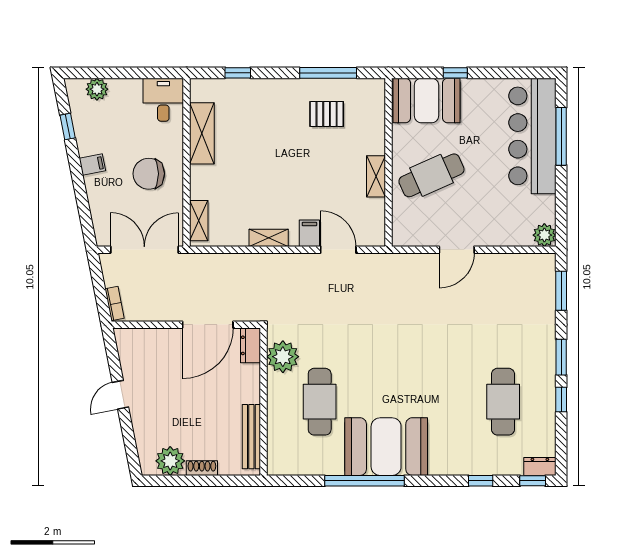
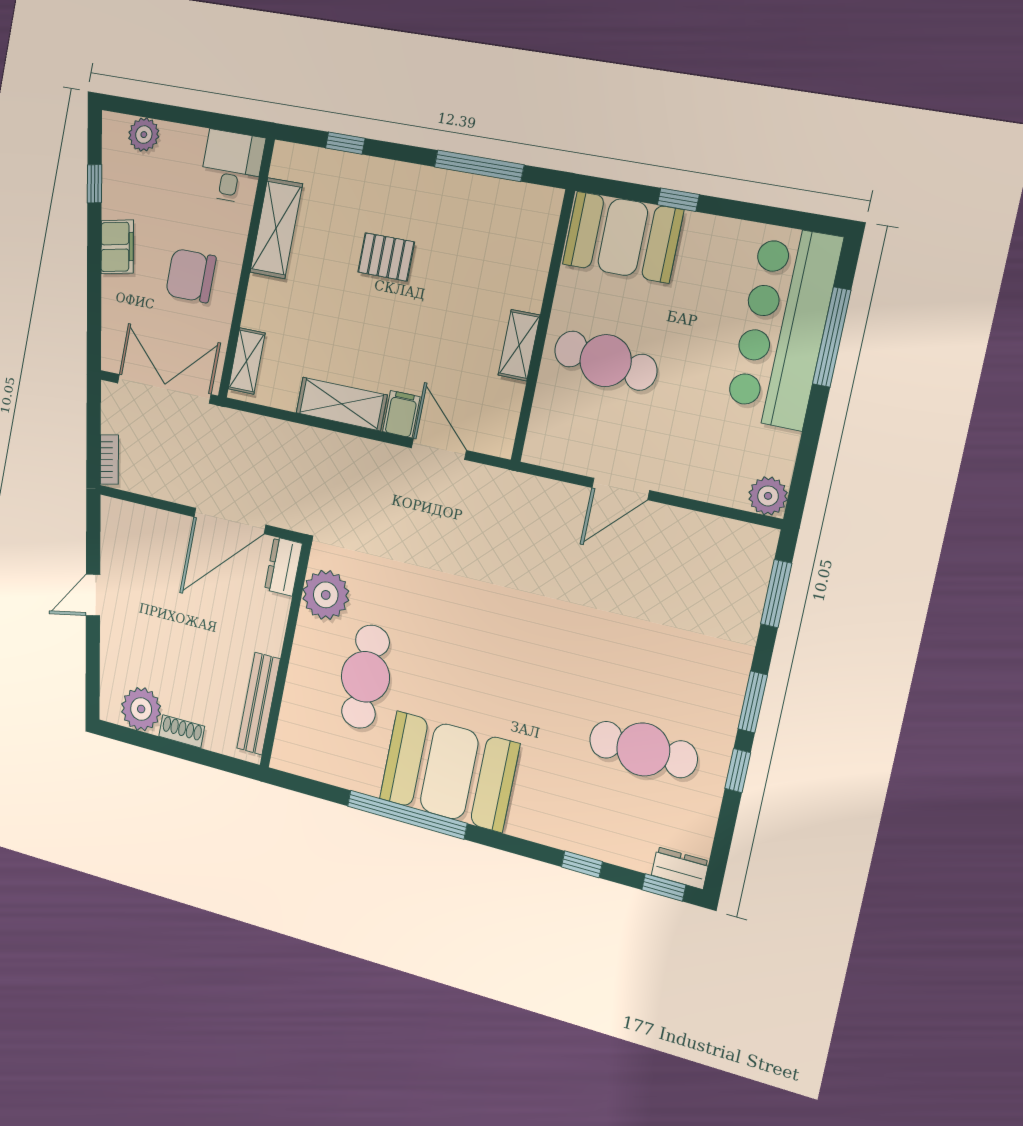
pallet: (327, 114) -> (386, 257), moved
filing cabinet: (92, 165) -> (117, 247), width x2.00
cafe table: (431, 175) -> (606, 361), turned 31
shelving: (269, 238) -> (341, 404), width x1.50, depth x1.33
cafe table: (503, 402) -> (643, 749), turned 90

